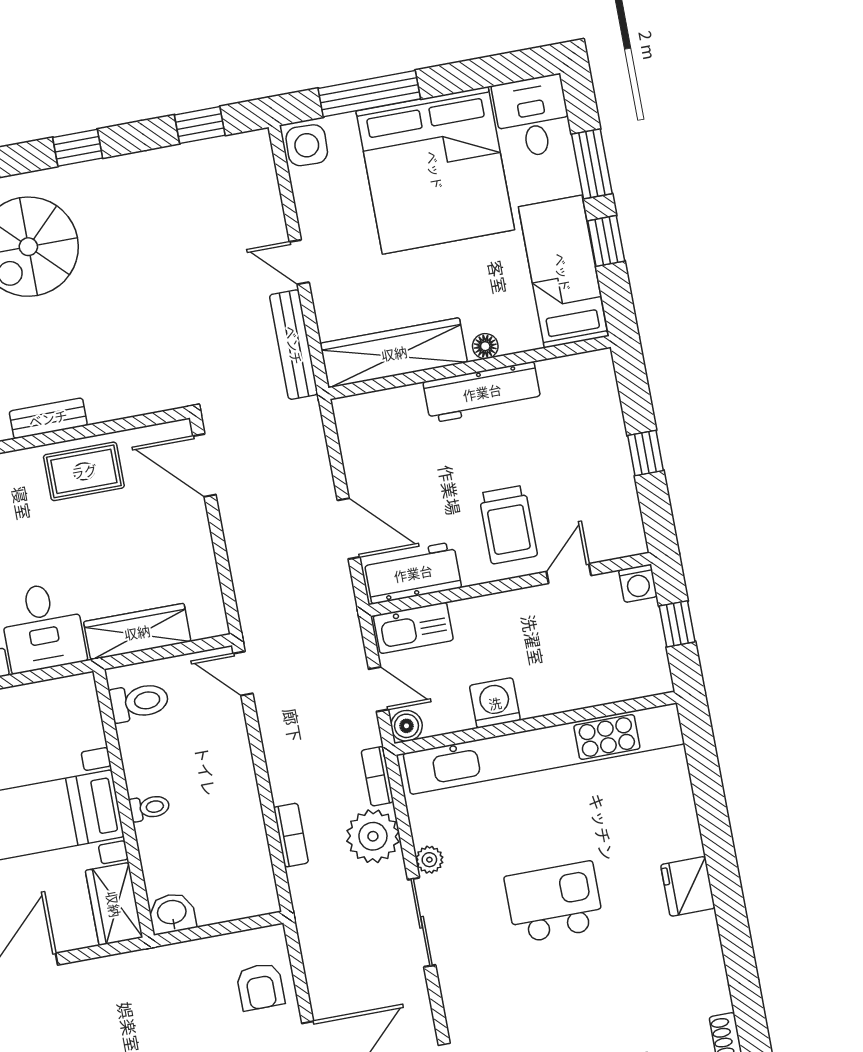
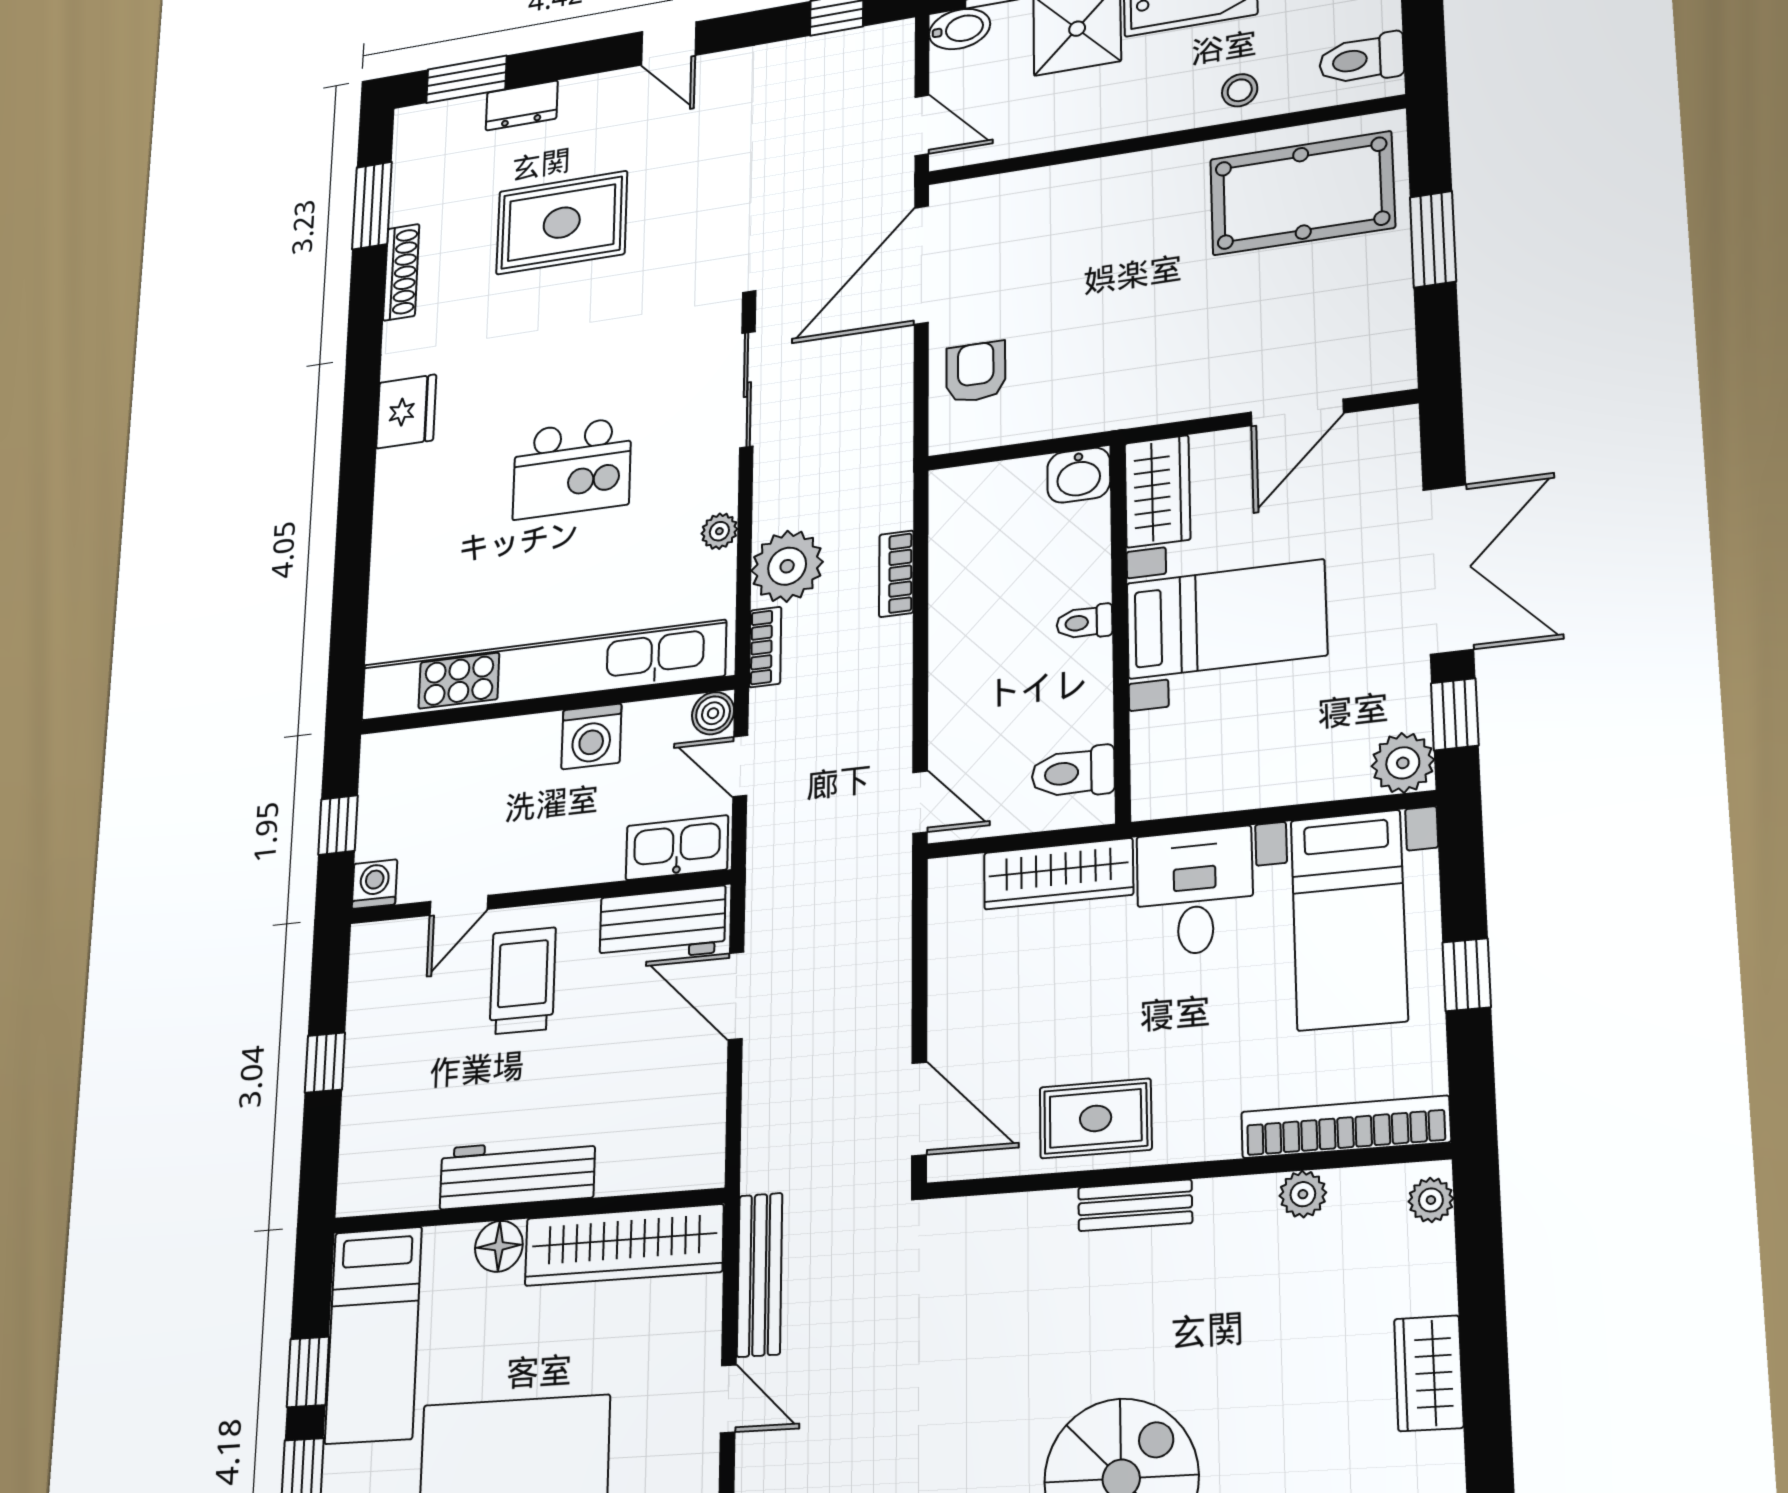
floor lamp: (485, 346) -> (499, 1246), width x1.37, depth x1.37
fridge: (688, 886) -> (406, 411), moved
sliding door: (422, 922) -> (747, 390), moved

